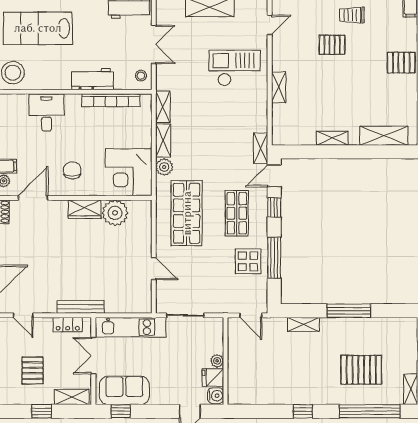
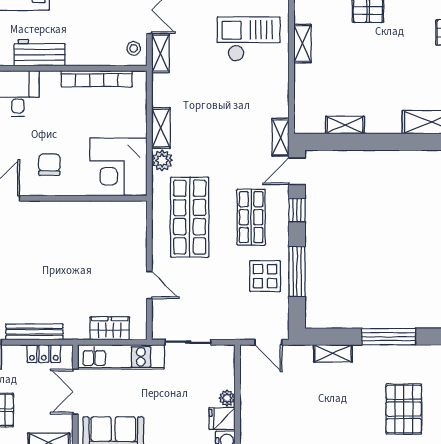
workbench: (93, 79) -> (40, 53), moved
shelving: (279, 87) -> (302, 44), moved
shelving: (163, 107) -> (160, 53), moved
shelving: (332, 138) -> (345, 125), moved
wardrobe: (84, 209) -> (110, 328), moved, turned 180
plant: (115, 213) -> (102, 217), removed
bench: (81, 307) -> (34, 332), moved
pallet: (361, 370) -> (404, 409), turned 90

